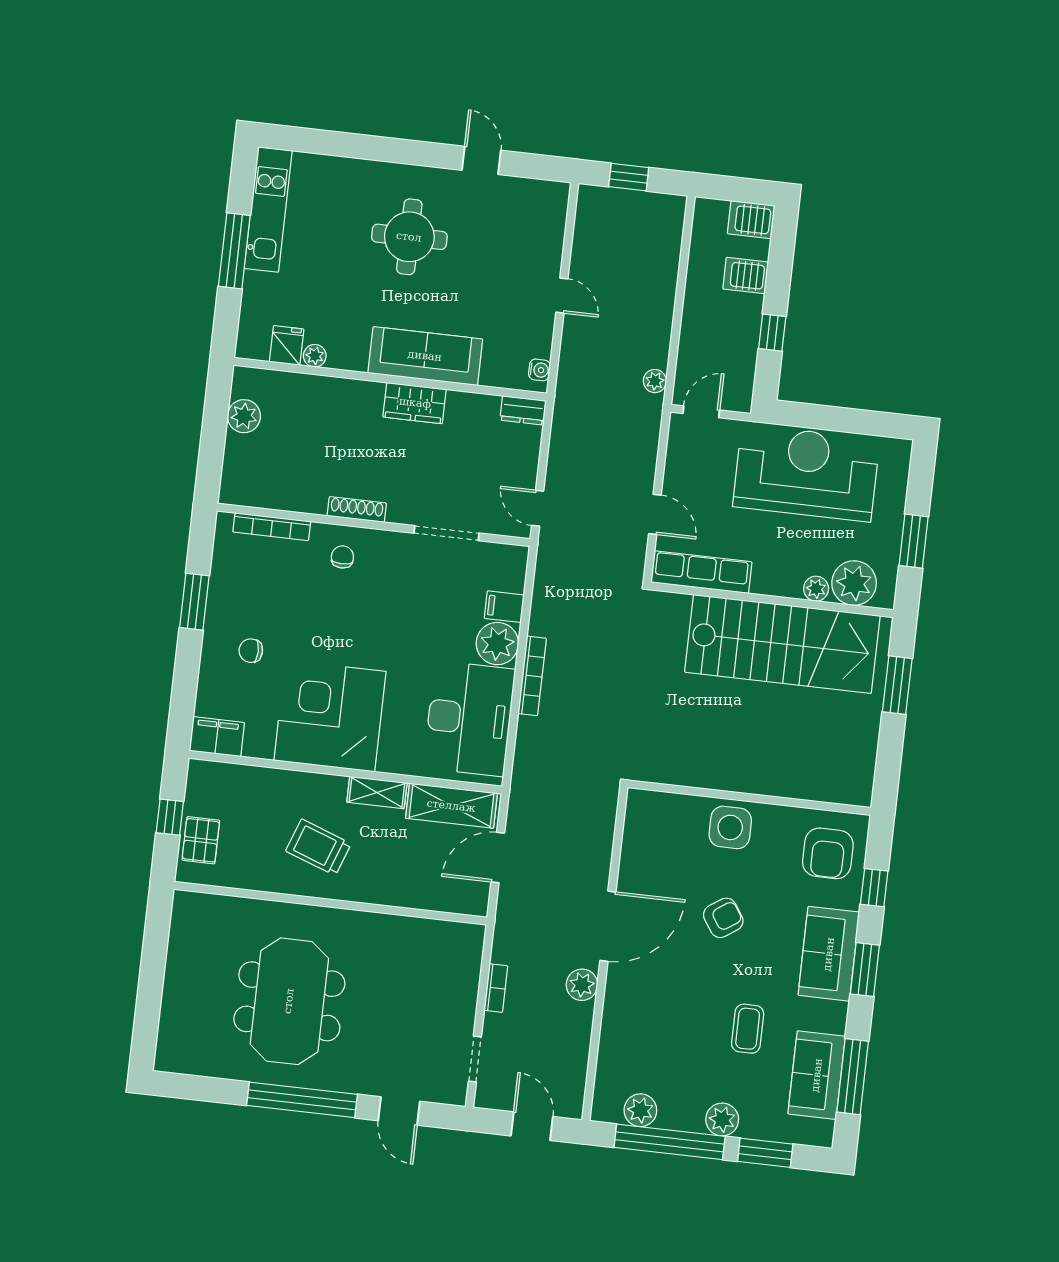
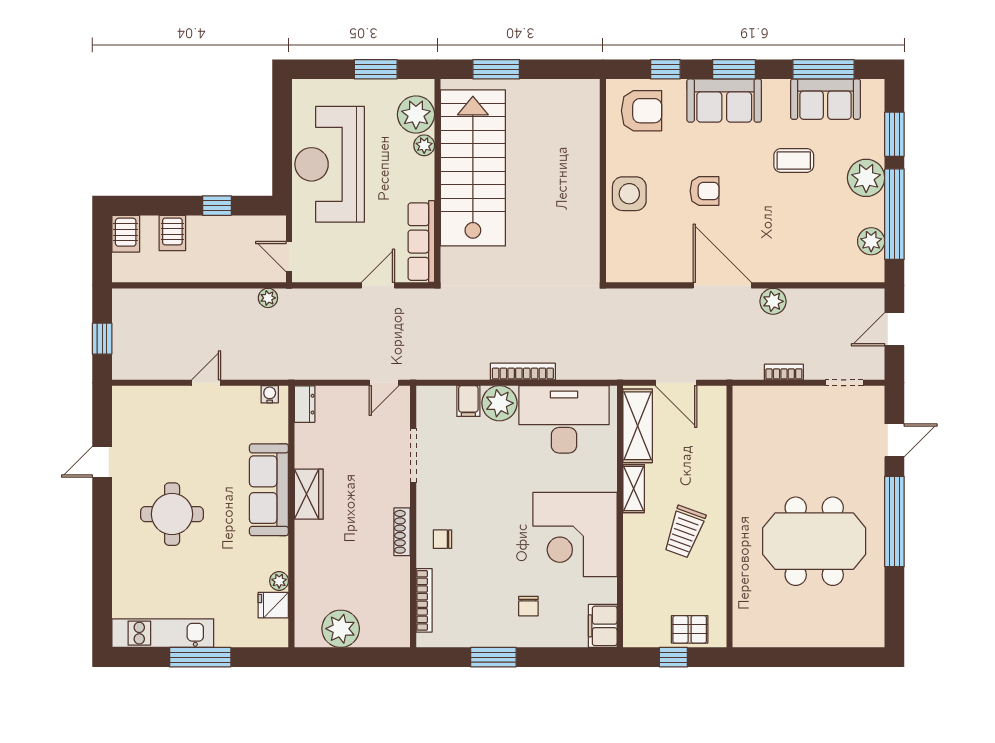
plant: (244, 416) -> (341, 629), width x1.36, depth x1.36
armchair: (723, 918) -> (705, 191), turned 124
plant: (722, 1119) -> (866, 178), width x1.36, depth x1.36

